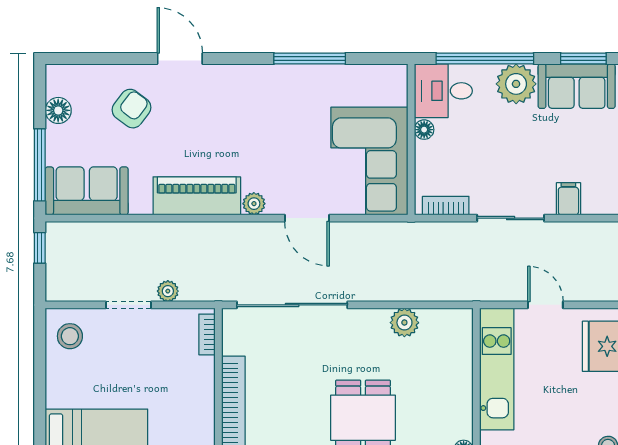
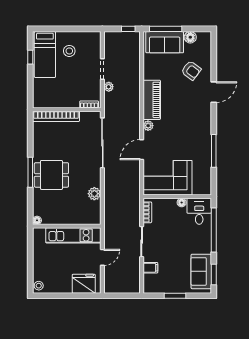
plant: (516, 84) -> (202, 244), removed
sofa: (87, 191) -> (165, 42), moved, turned 90
stool: (70, 336) -> (69, 51), moved

